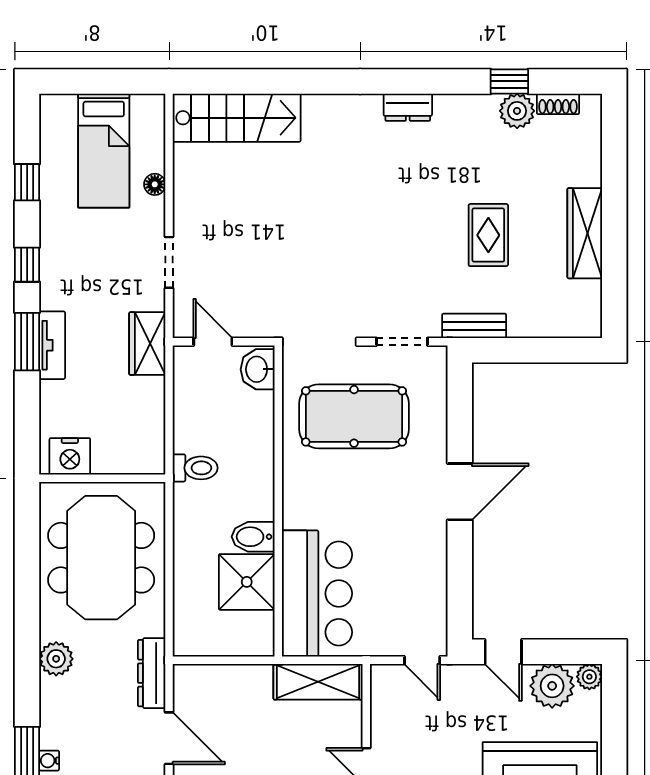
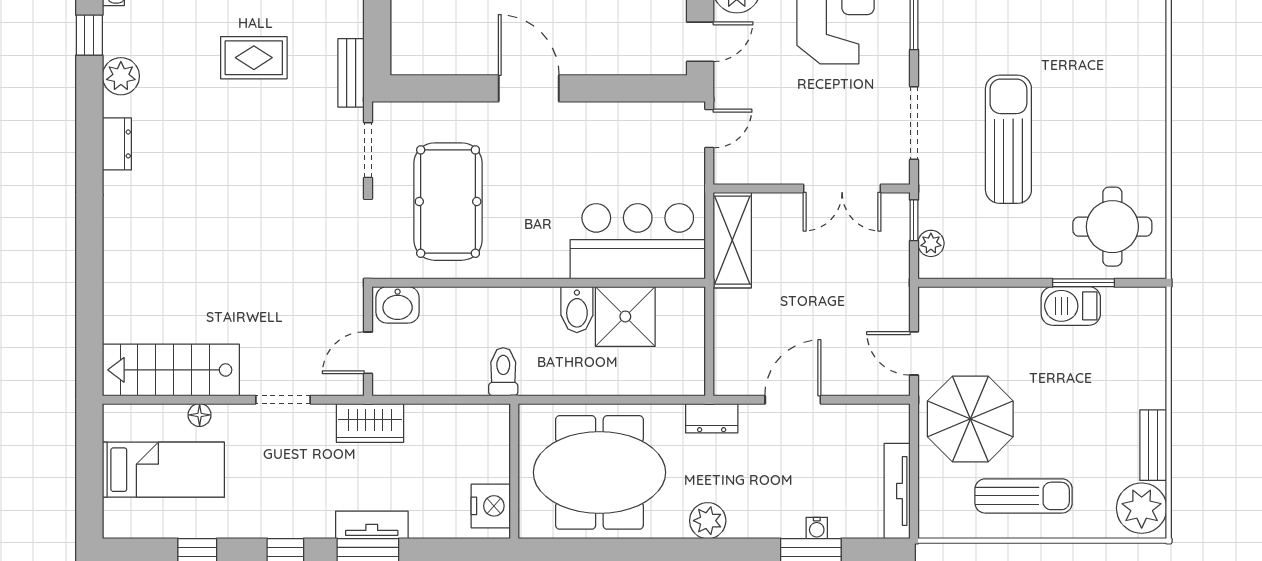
plant: (517, 111) -> (121, 76), moved
stairs: (237, 118) -> (171, 370), moved, turned -90
dresser: (152, 673) -> (712, 418), width x0.70

